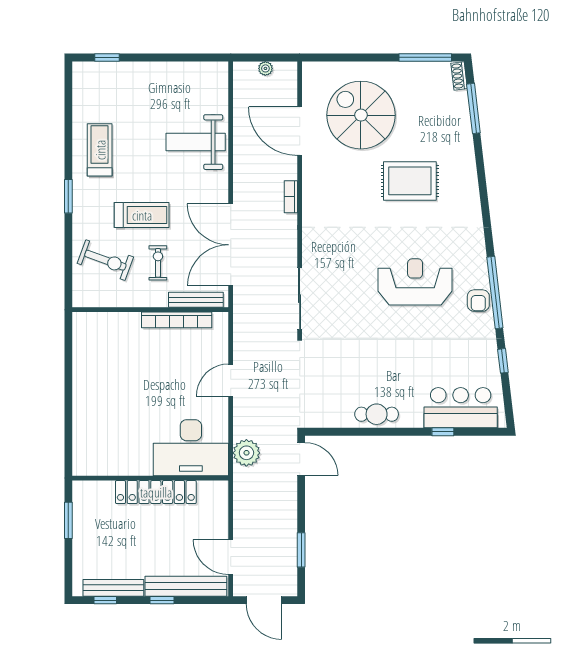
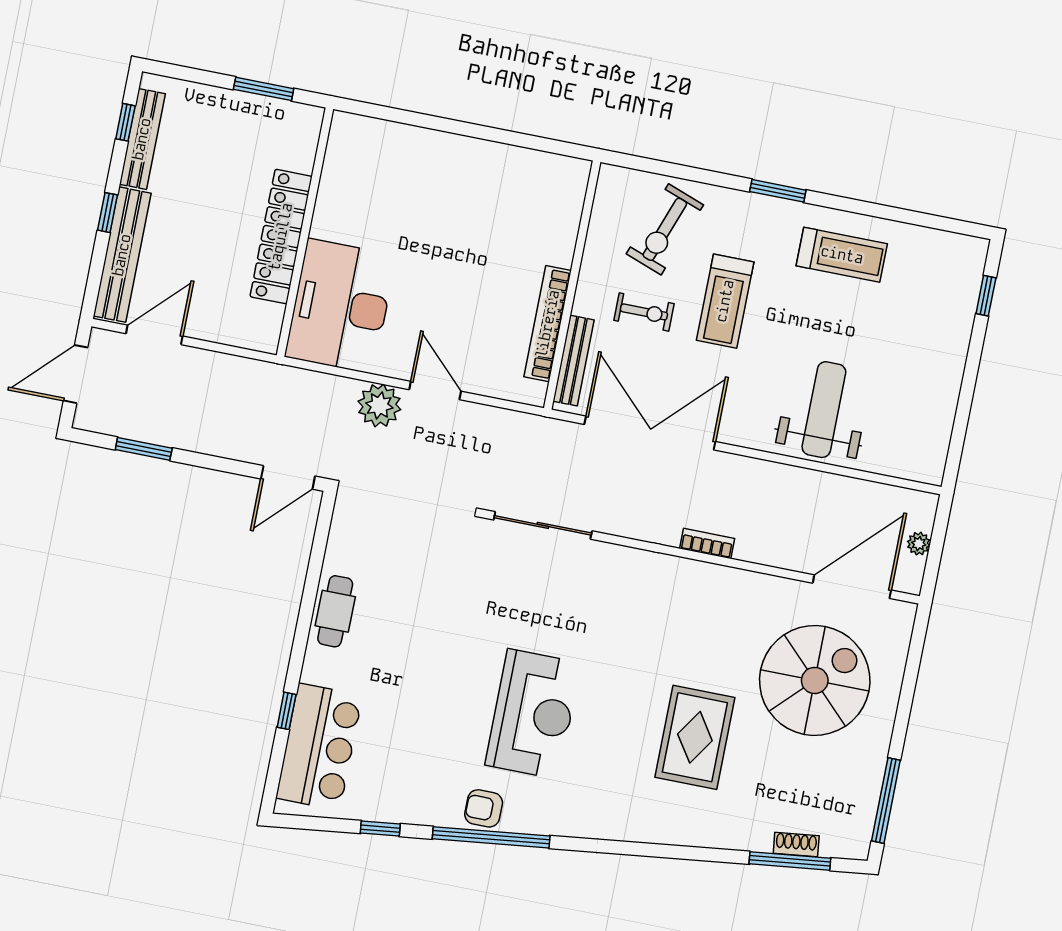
shoe rack: (459, 76) -> (796, 845), moved
door: (300, 131) -> (852, 587), moved
plant: (246, 453) -> (379, 405), moved

